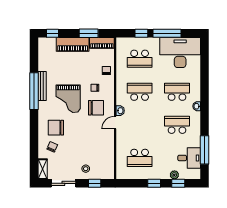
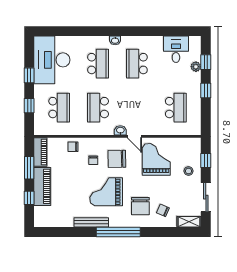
window: (53, 33) -> (29, 198), moved
window: (167, 33) -> (29, 75), width x0.46
window: (34, 91) -> (118, 232), moved
school desk: (177, 92) -> (98, 64), turned 180
grand piano: (68, 99) -> (106, 192), turned 180
chair: (96, 108) -> (117, 159), turned -91
grand piano: (96, 141) -> (156, 159), added
window: (205, 150) -> (166, 31), removed

